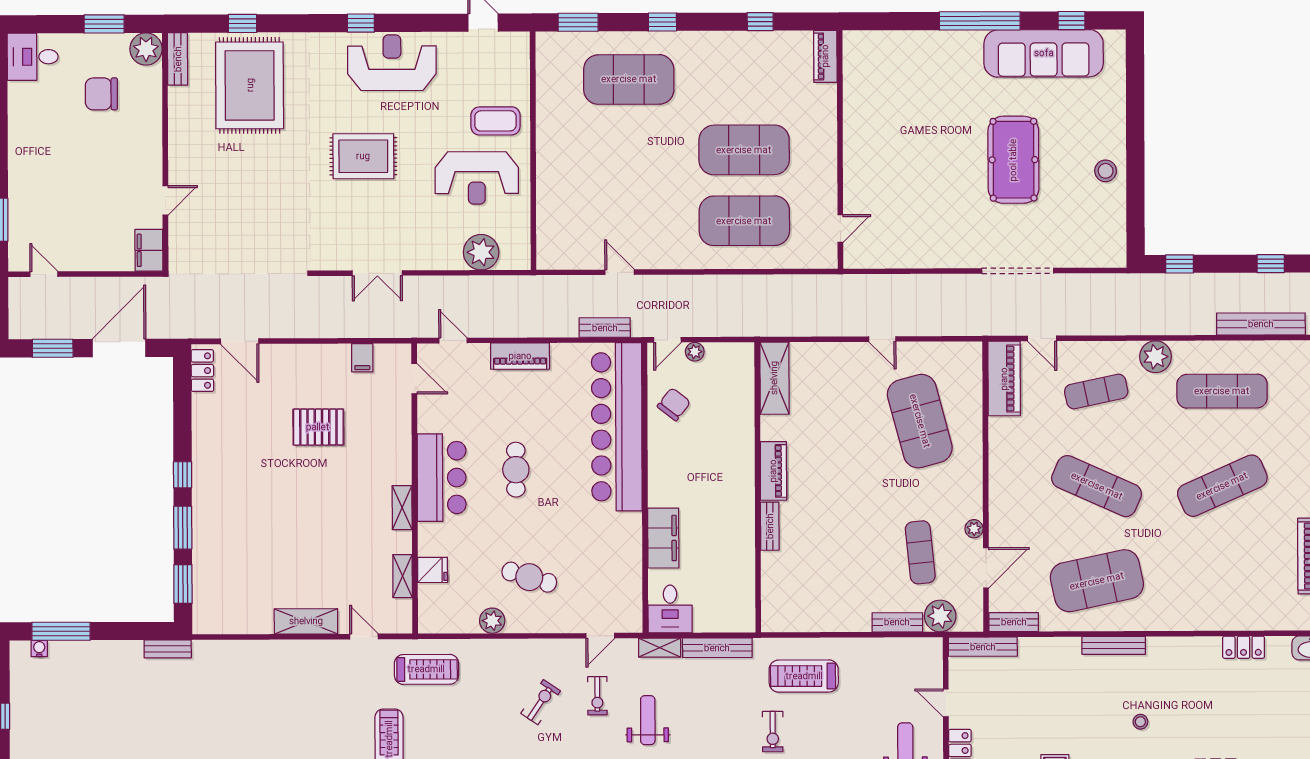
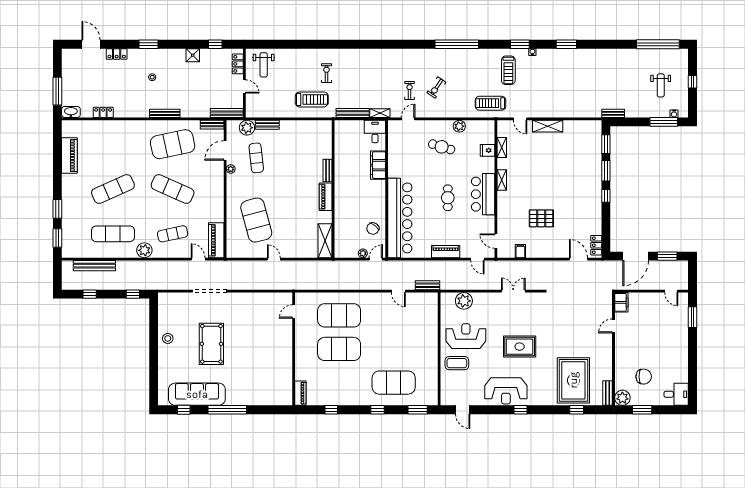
bench: (605, 328) -> (427, 285), moved
weight bench: (648, 720) -> (661, 85), moved

